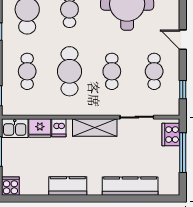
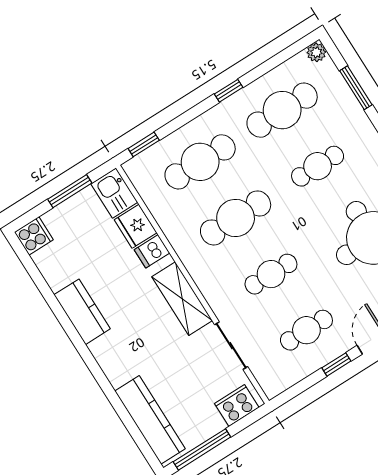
cafe table: (27, 71) -> (200, 162), width x1.37, depth x1.35
window: (183, 90) -> (336, 364), moved
window: (183, 153) -> (202, 449), moved
kitchen counter: (130, 186) -> (150, 420), moved

